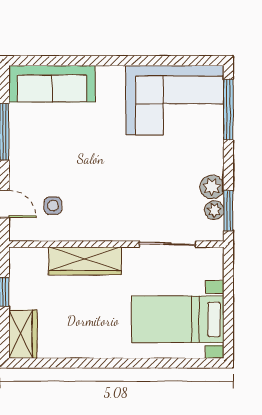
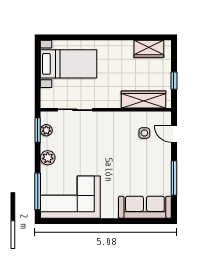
plant: (212, 187) -> (48, 158), moved
wardrobe: (85, 261) -> (143, 99), moved
wardrobe: (23, 334) -> (149, 49), moved, turned -90

